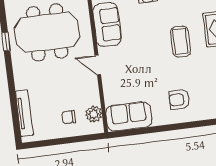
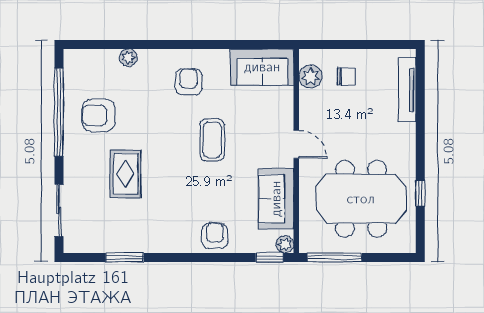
coffee table: (181, 42) -> (212, 140), moved
armchair: (179, 99) -> (189, 82), turned -90

